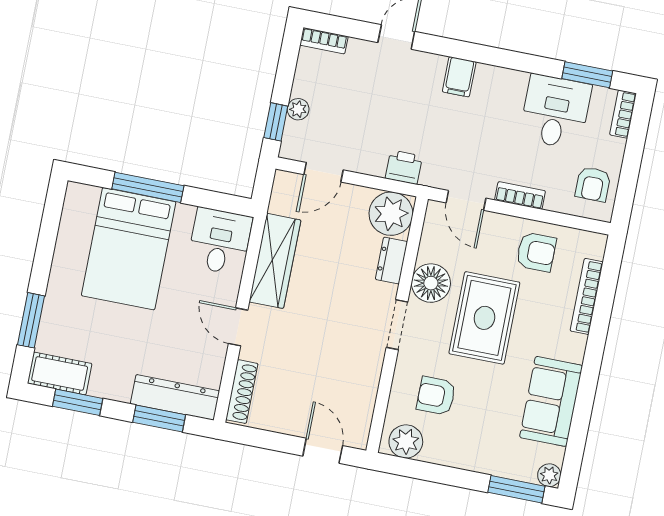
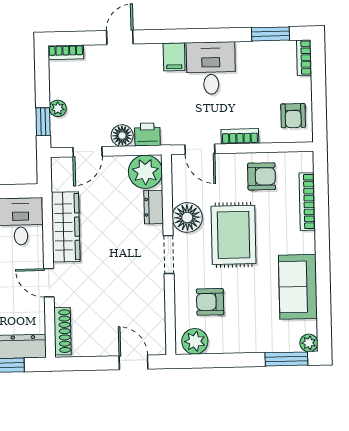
desk: (555, 112) -> (211, 68), moved
floor lamp: (372, 161) -> (122, 136), added

